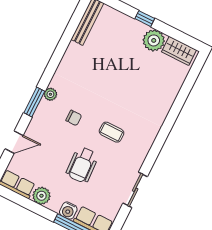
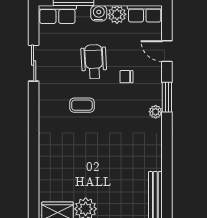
chair: (74, 118) -> (126, 77), moved
door: (14, 142) -> (167, 51), hinge flipped
water cooler: (68, 211) -> (99, 13), moved

